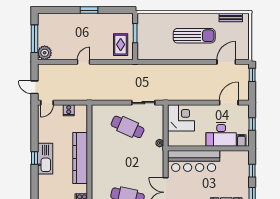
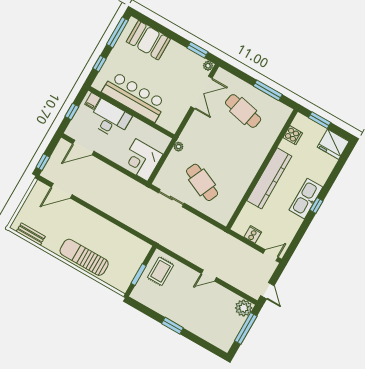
sun lounger: (194, 36) -> (84, 257), moved
door: (34, 87) -> (267, 291), moved
bar counter: (194, 161) -> (134, 97), moved

